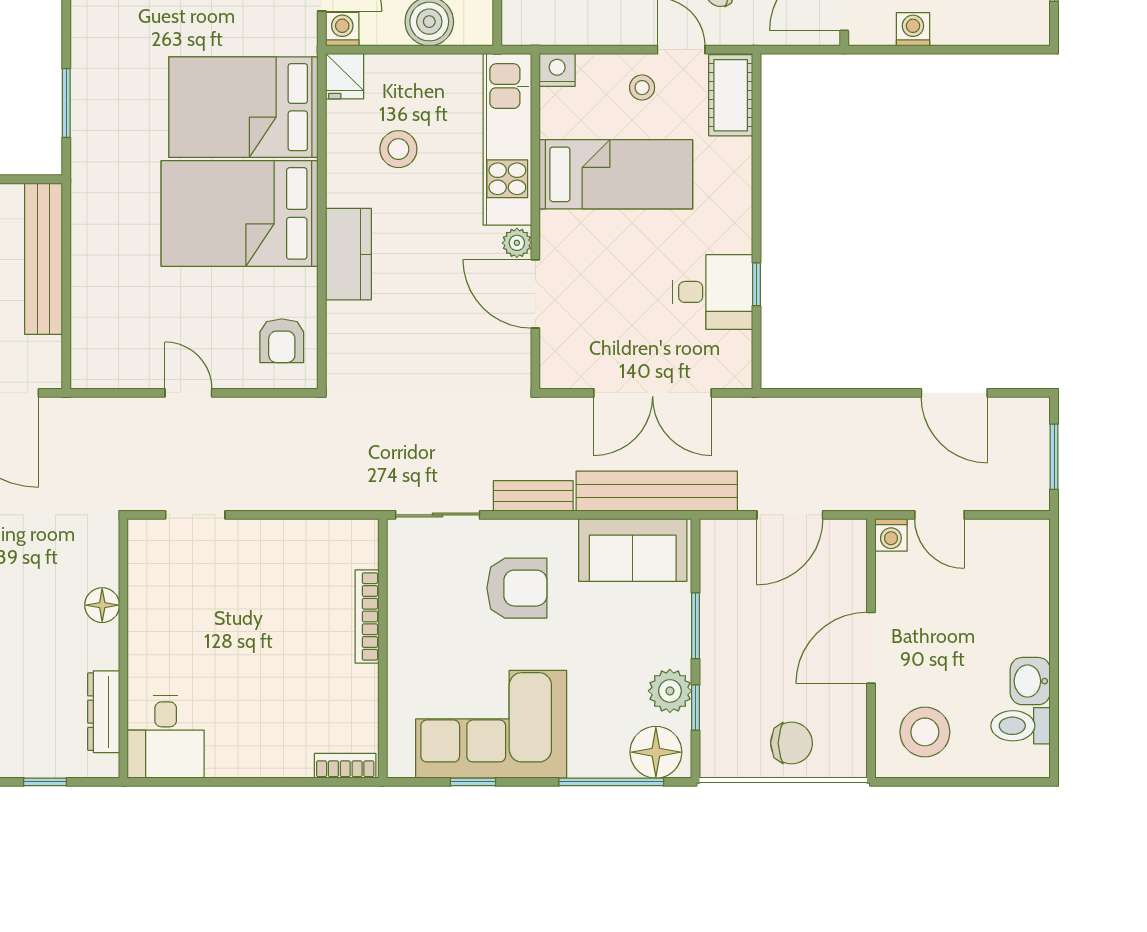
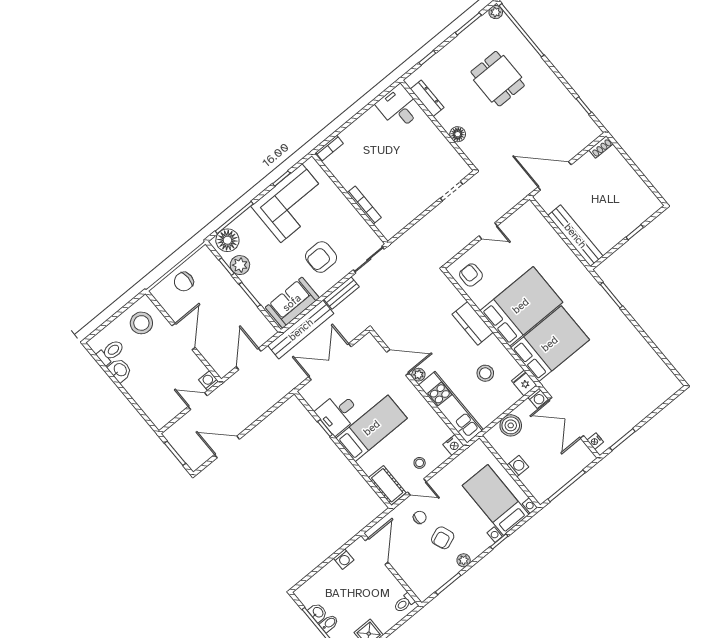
bed: (616, 174) -> (372, 428), moved, turned 180

